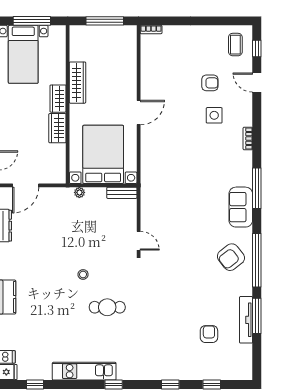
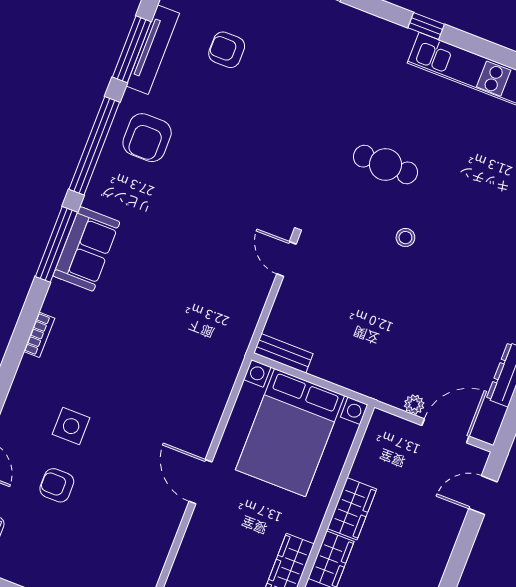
door: (139, 113) -> (201, 482), hinge flipped
bookcase: (248, 138) -> (39, 335), moved
window: (257, 188) -> (56, 244), moved
plant: (79, 192) -> (414, 404), moved
armchair: (231, 257) -> (147, 138), moved, turned 128
armchair: (209, 334) -> (227, 50), turned 90

